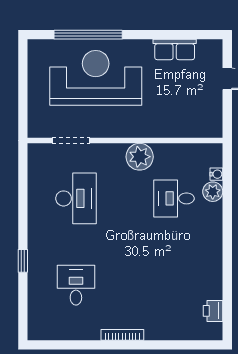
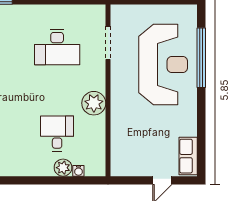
row of seats: (175, 49) -> (188, 156), moved

